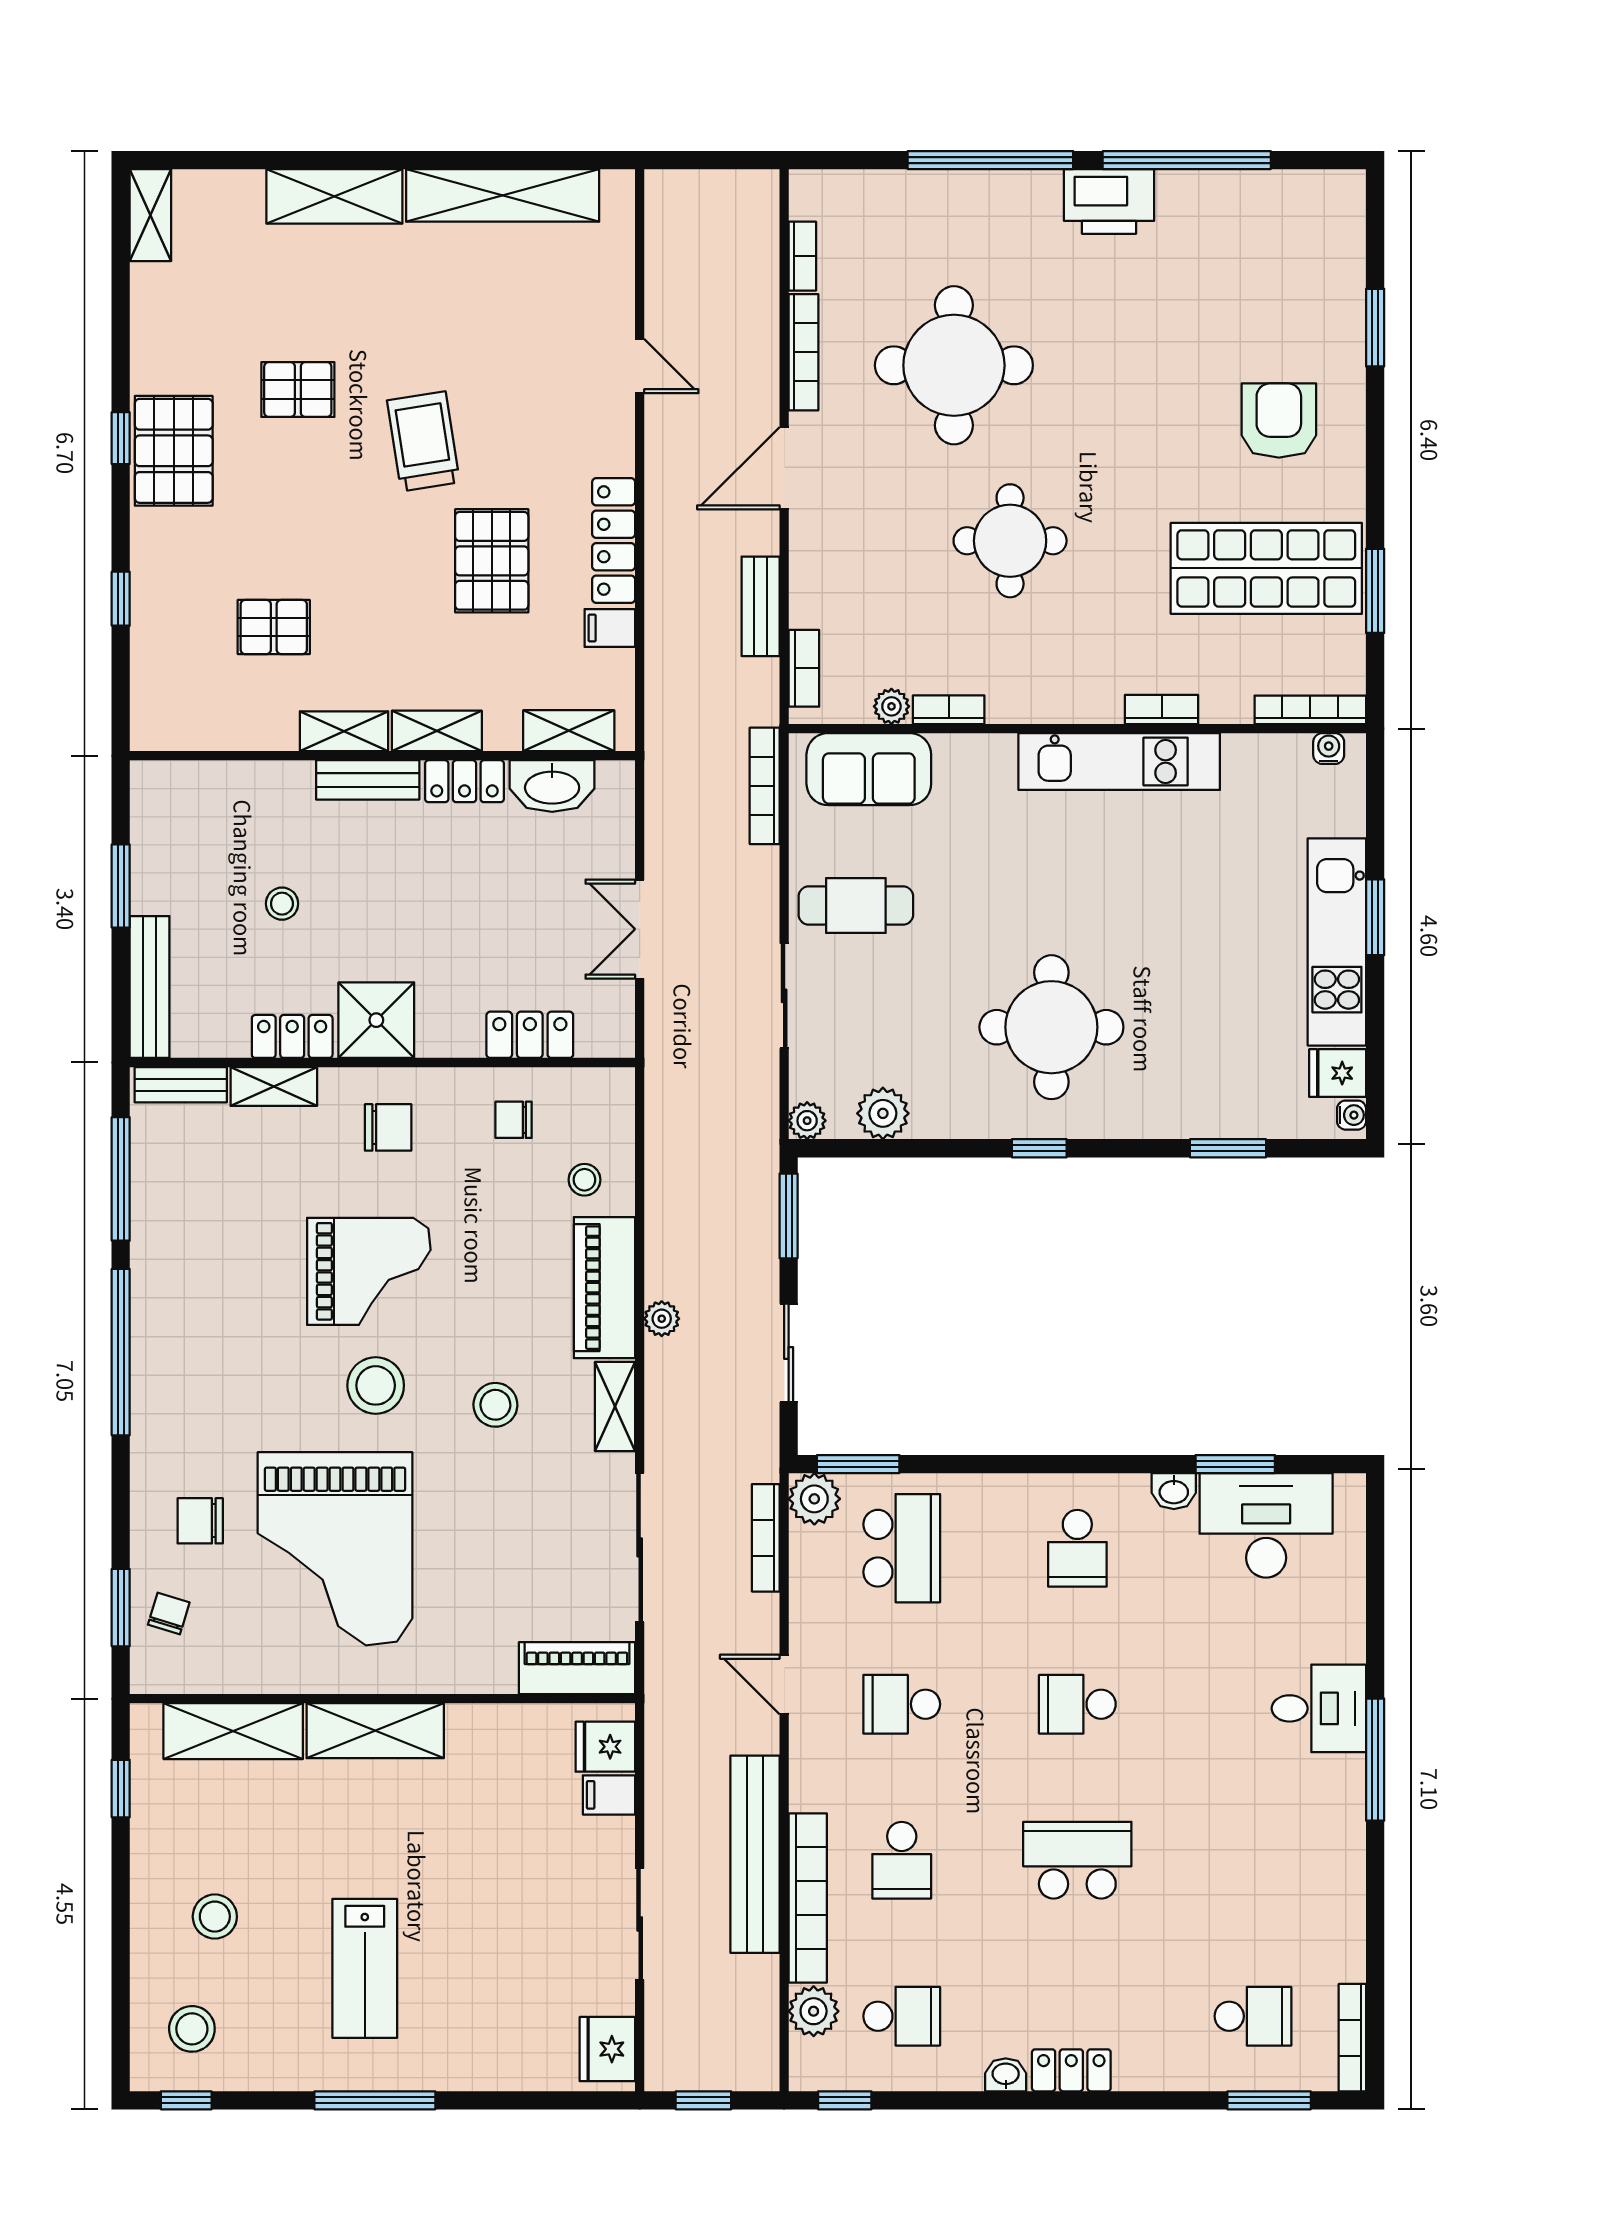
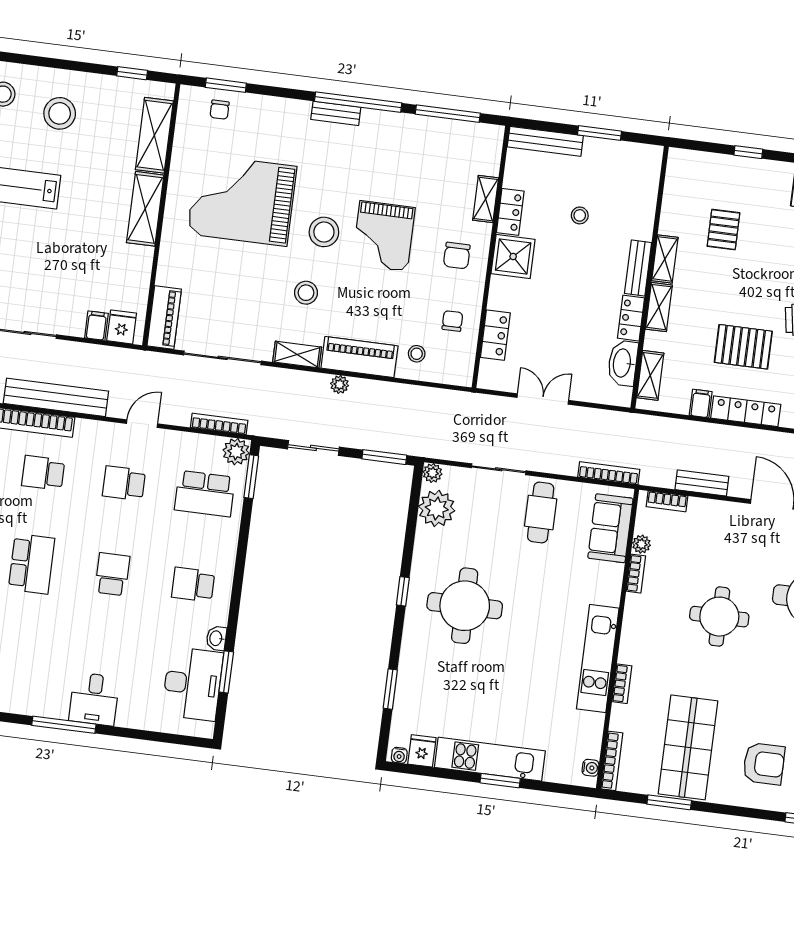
bench: (181, 1085) -> (336, 113), moved, turned 90
plant: (883, 1113) -> (437, 508), width x1.36, depth x1.36
chair: (200, 1521) -> (265, 132), removed
chair: (169, 1614) -> (220, 110), turned 73
school desk: (902, 1704) -> (124, 483), turned -90
stool: (215, 1917) -> (60, 113), width x1.38, depth x1.38

